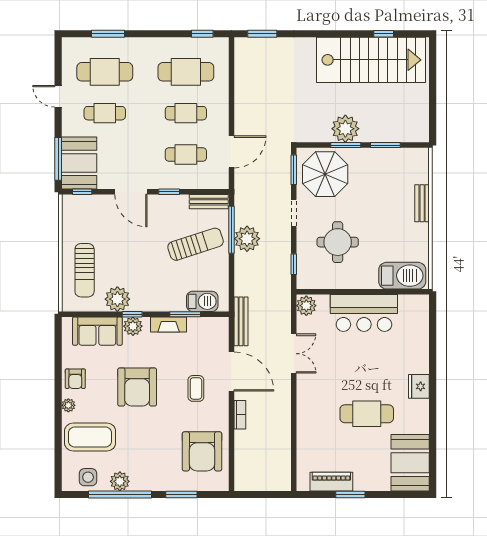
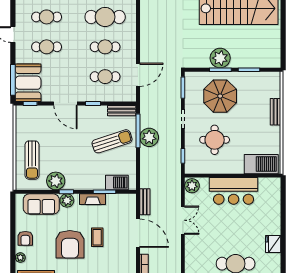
cafe table: (105, 72) -> (47, 17), width x0.73, depth x0.74
parasol: (325, 174) -> (220, 96), moved
bench: (241, 321) -> (145, 202), width x0.73
coffee table: (196, 388) -> (97, 237), moved

